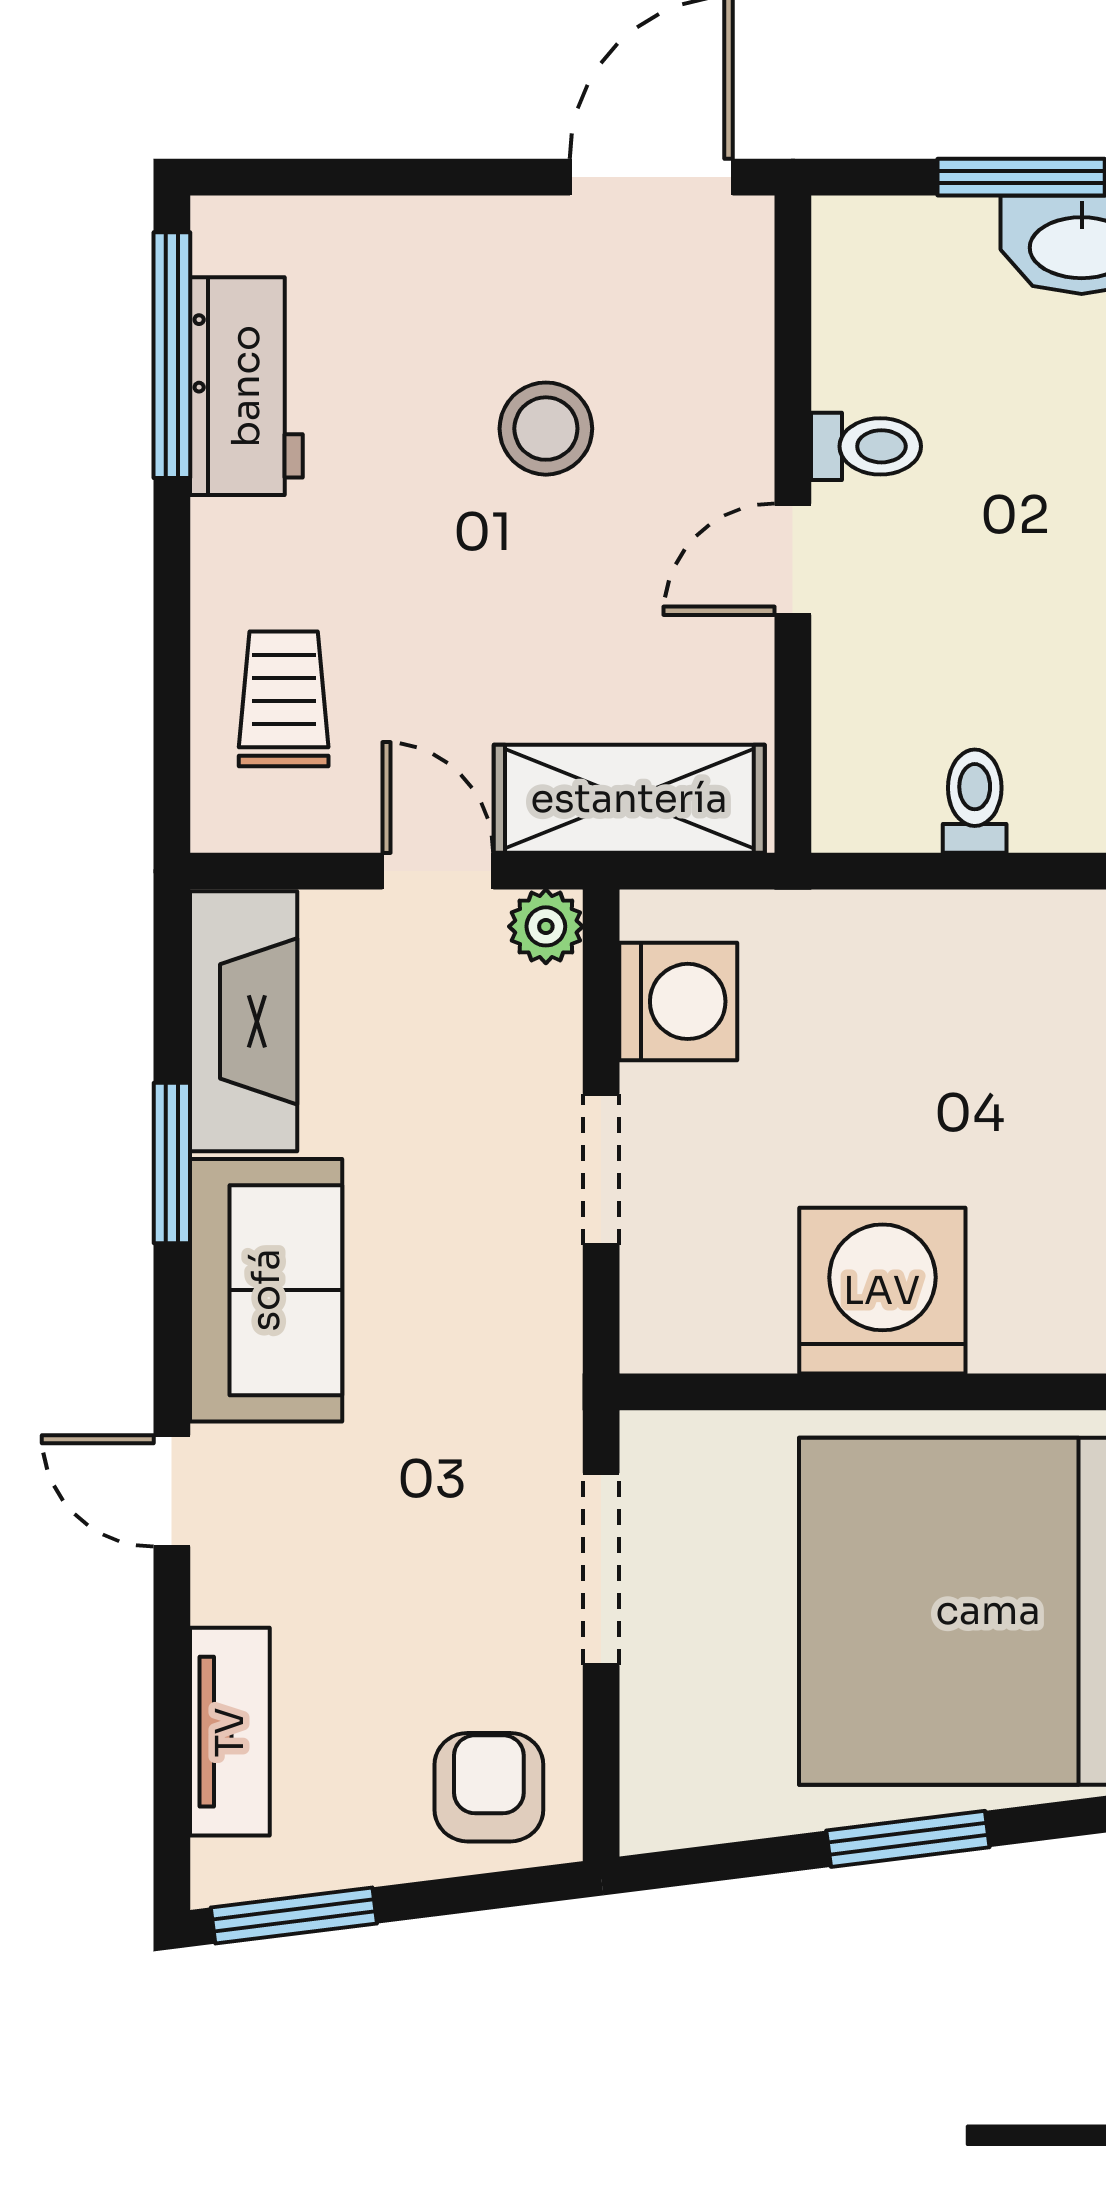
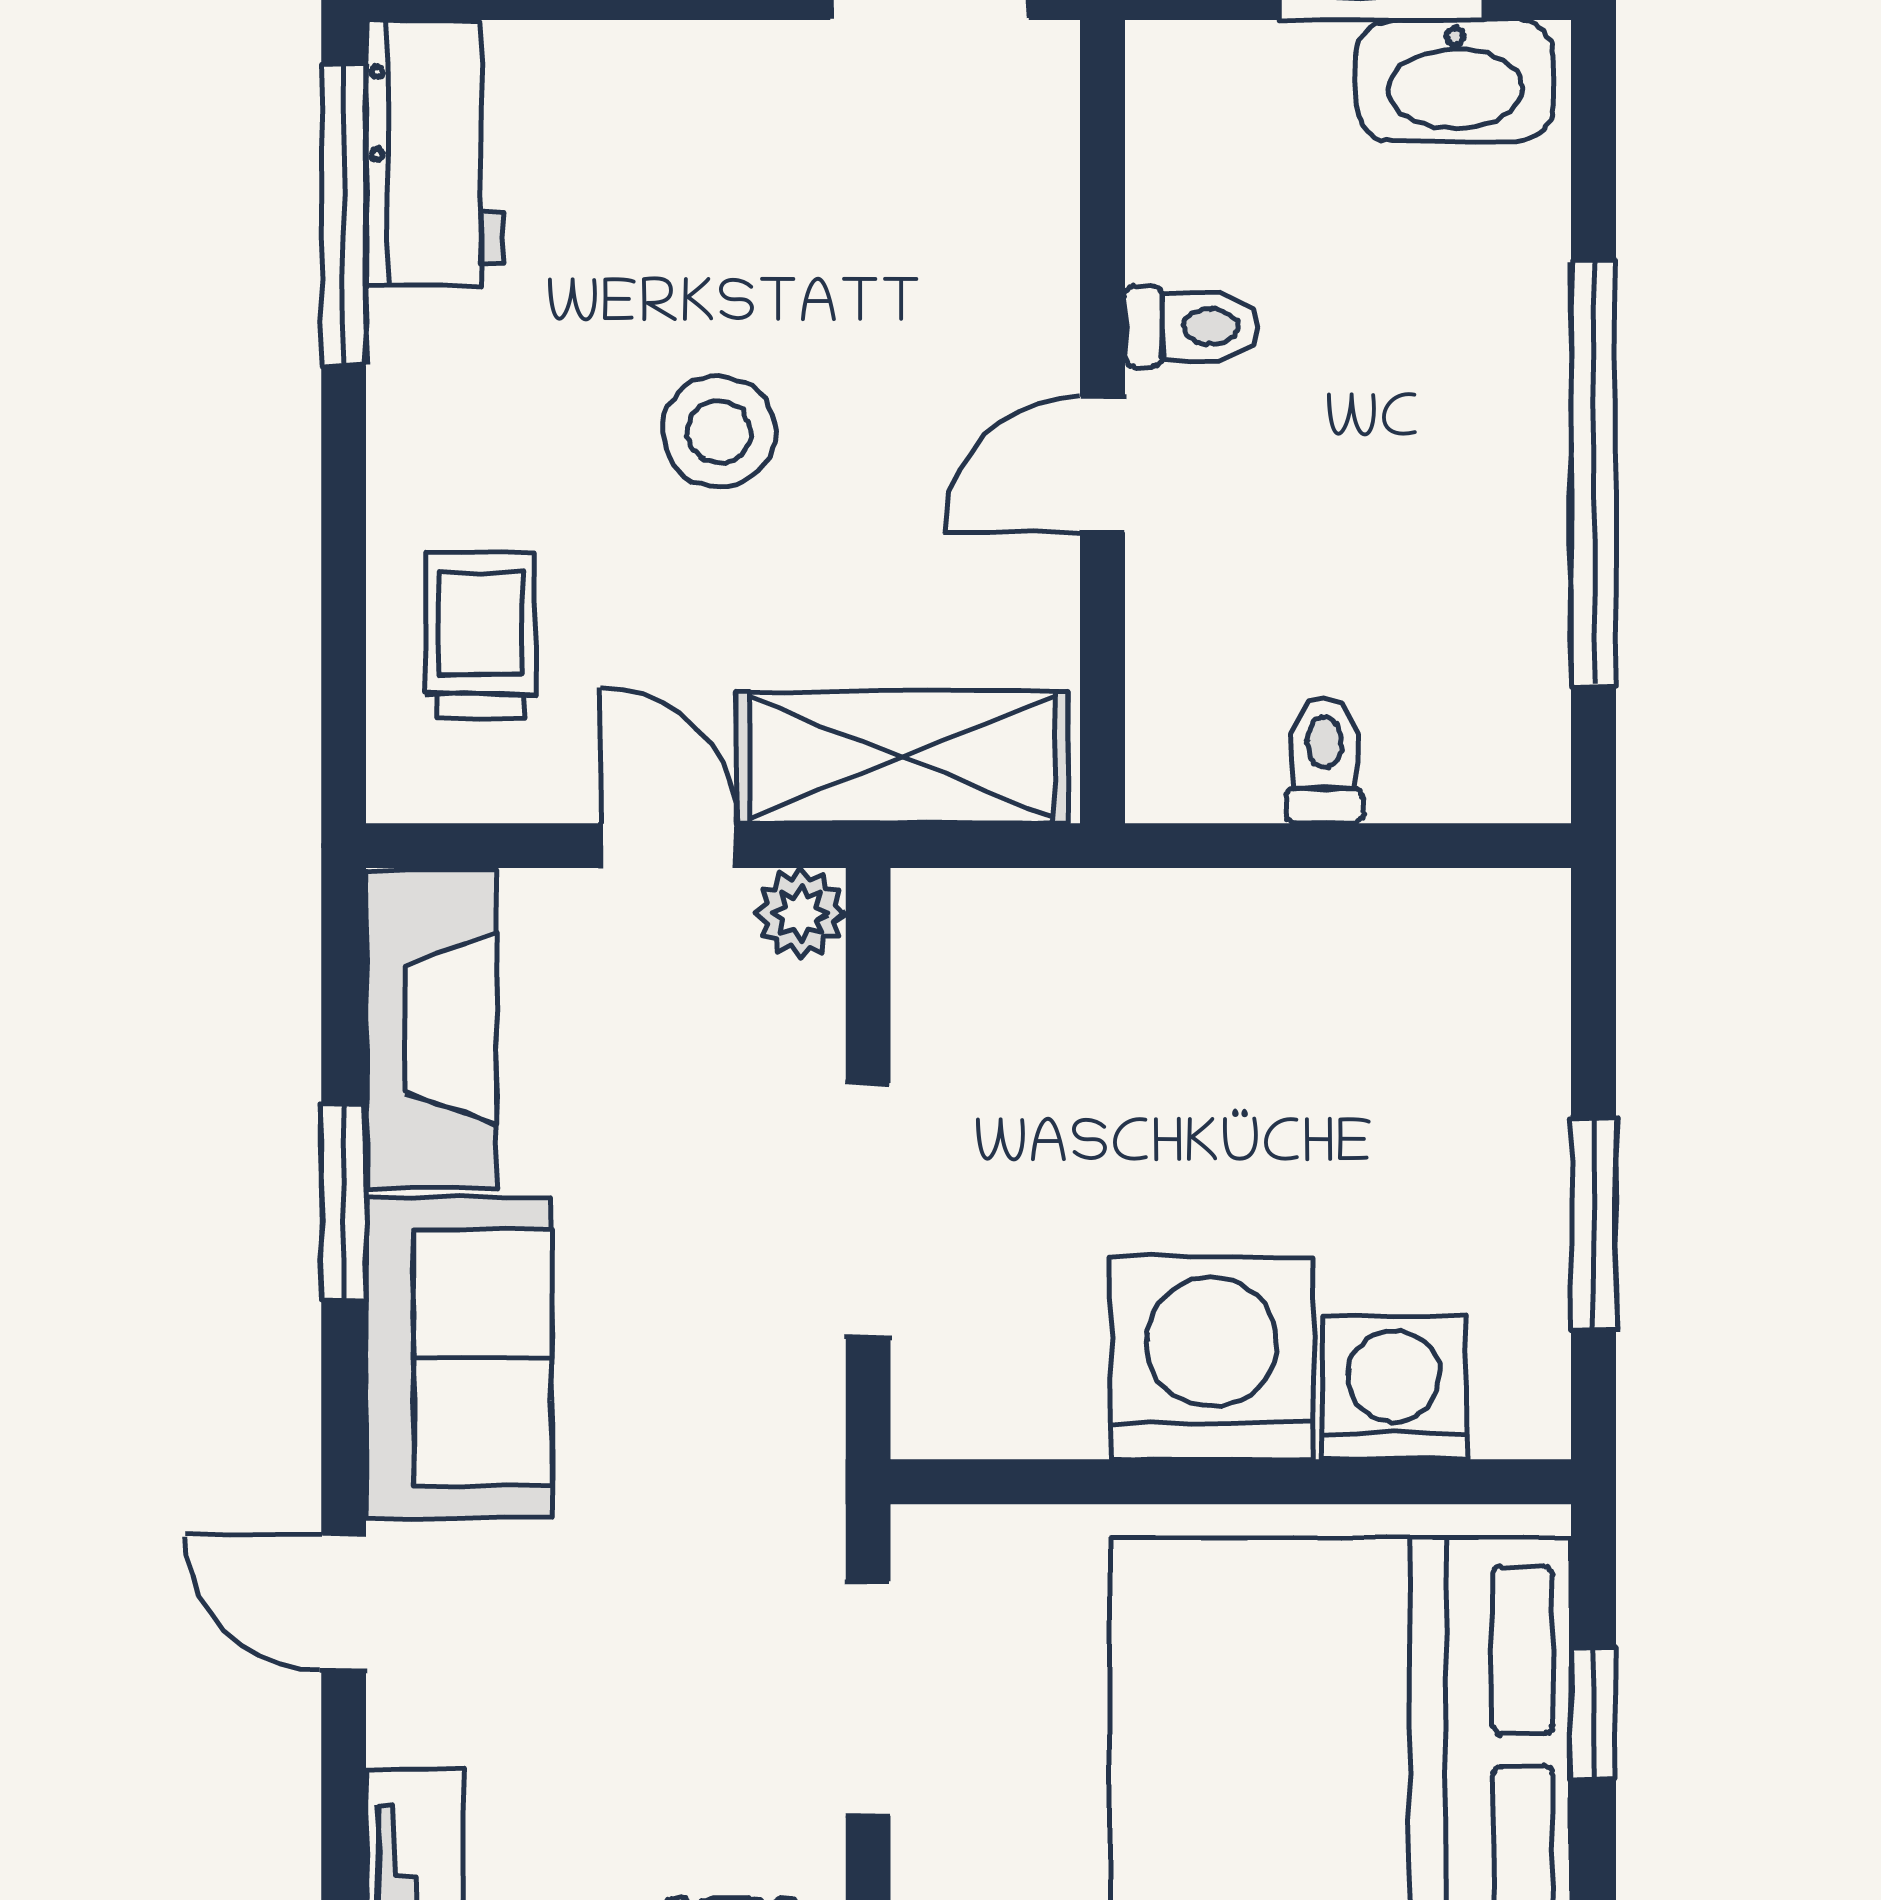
workbench: (246, 386) -> (435, 153), moved
stool: (546, 429) -> (719, 432), moved
washing machine: (678, 1001) -> (1394, 1387), moved, turned -90
doorway: (601, 1169) -> (868, 1210), width x1.38

